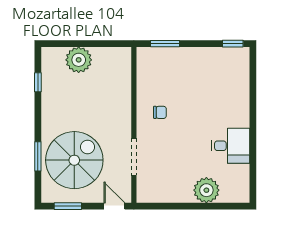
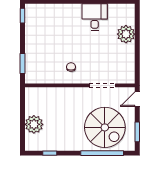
window: (38, 156) -> (102, 153), width x2.11
spiral stairs: (74, 160) -> (105, 127), turned 180

